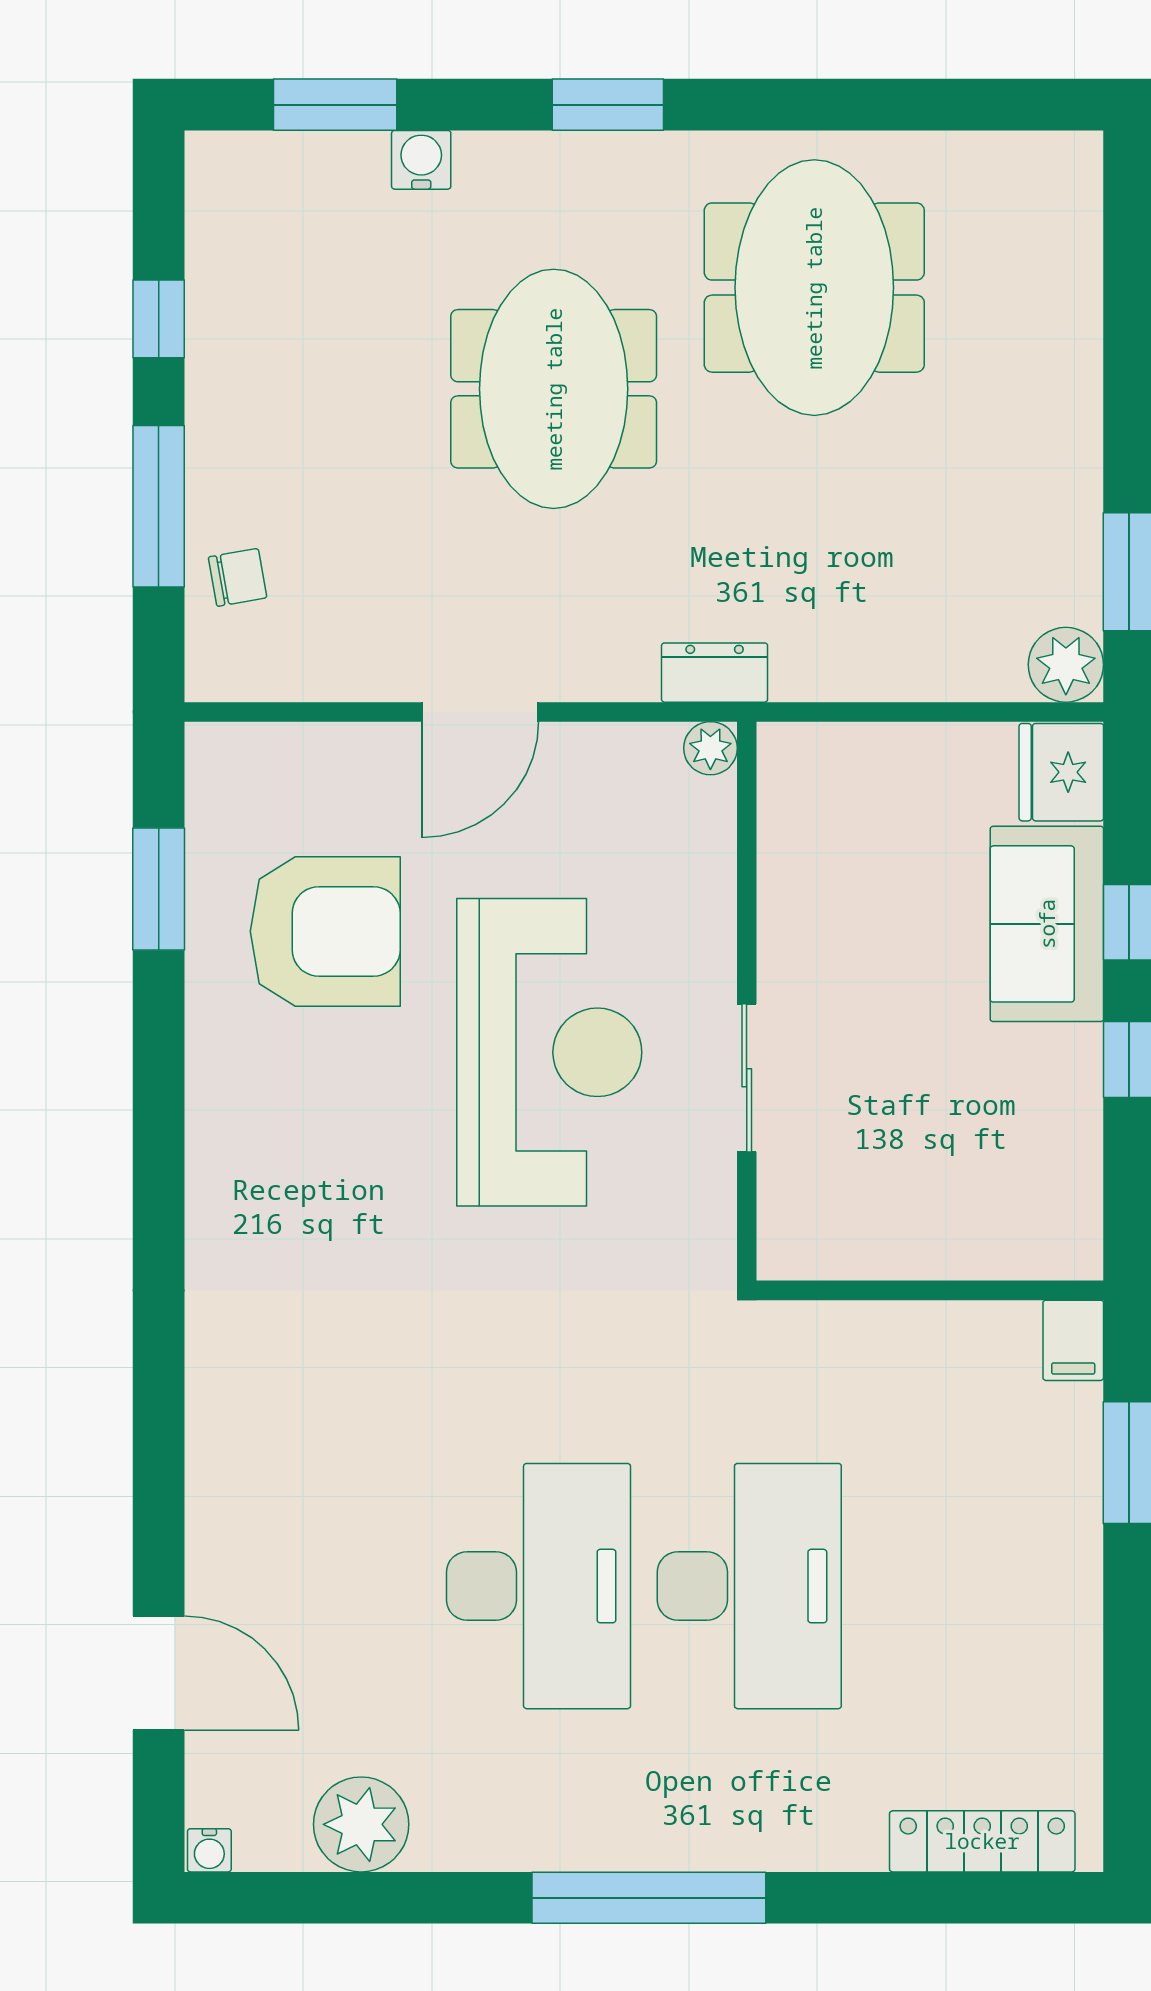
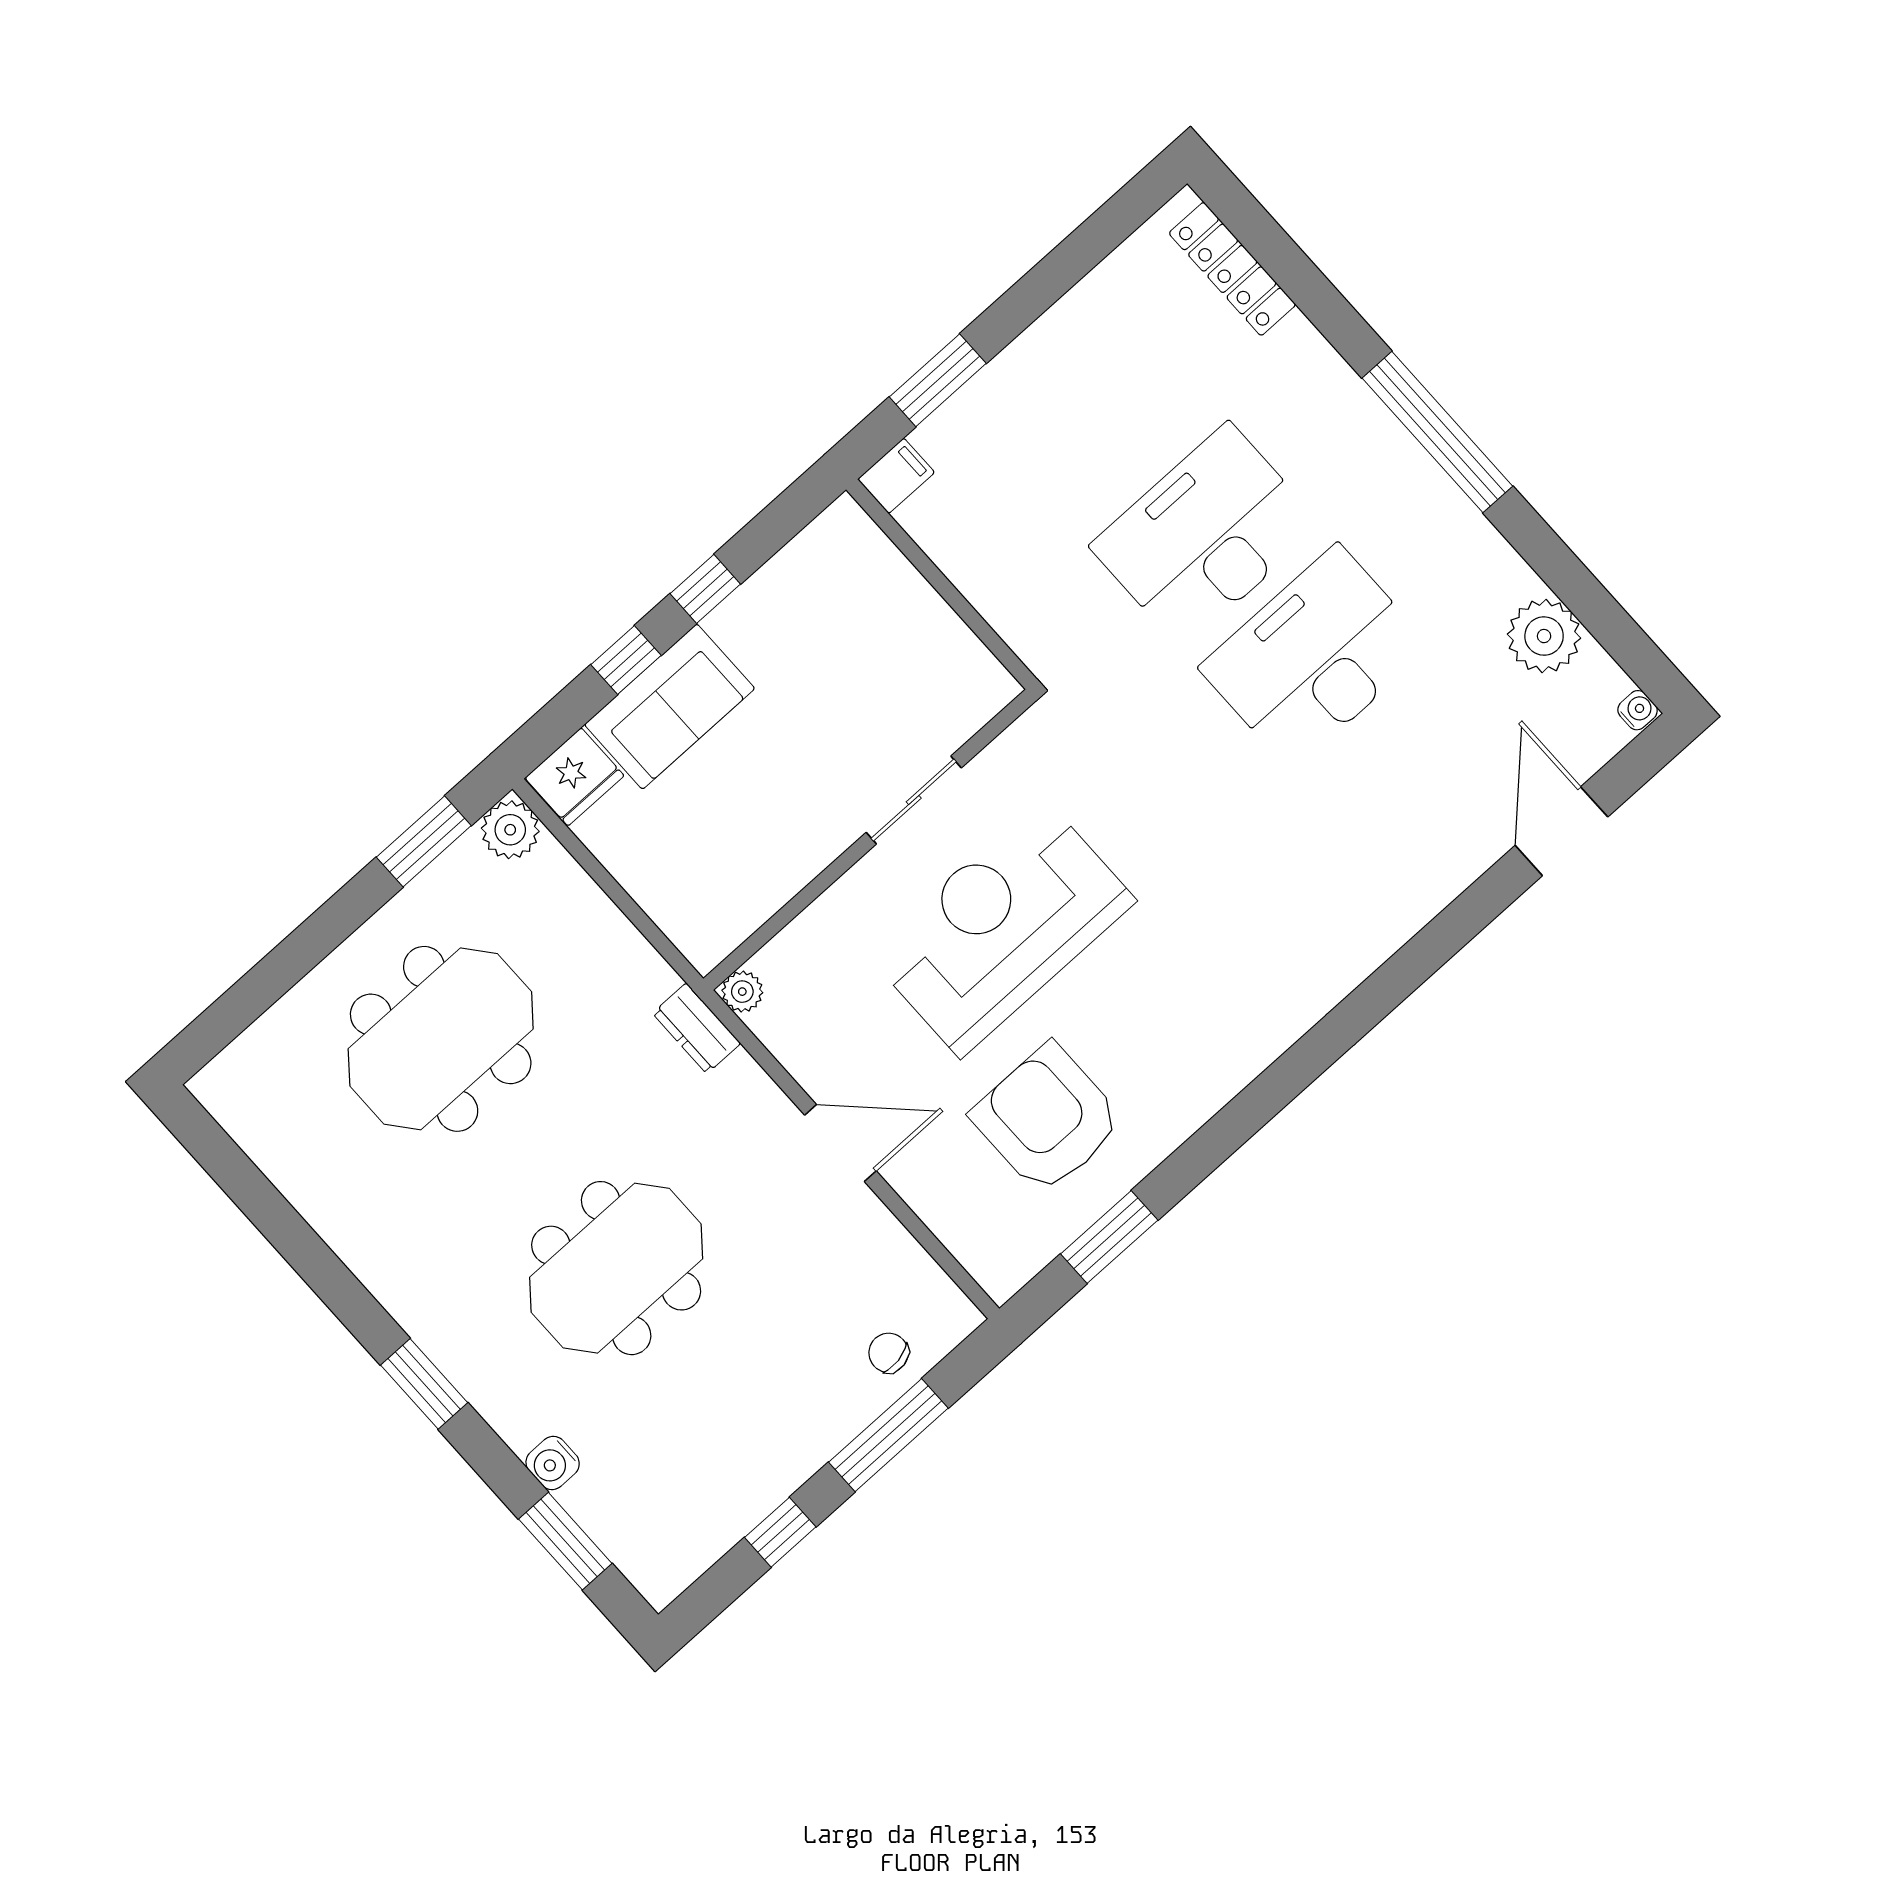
meeting table: (814, 288) -> (441, 1039), moved

